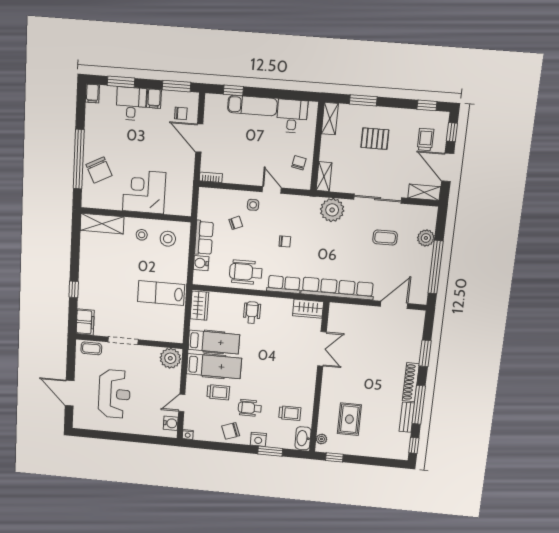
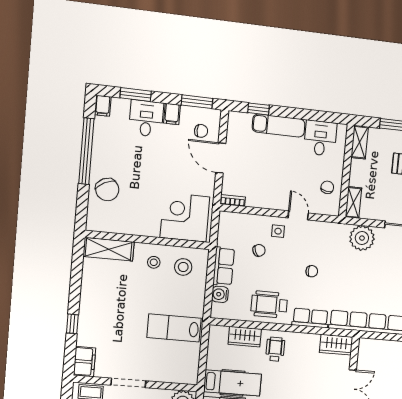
window: (79, 159) -> (86, 151), moved
corner desk: (144, 192) -> (185, 217), moved
wardrobe: (199, 306) -> (245, 337), moved, turned 90

